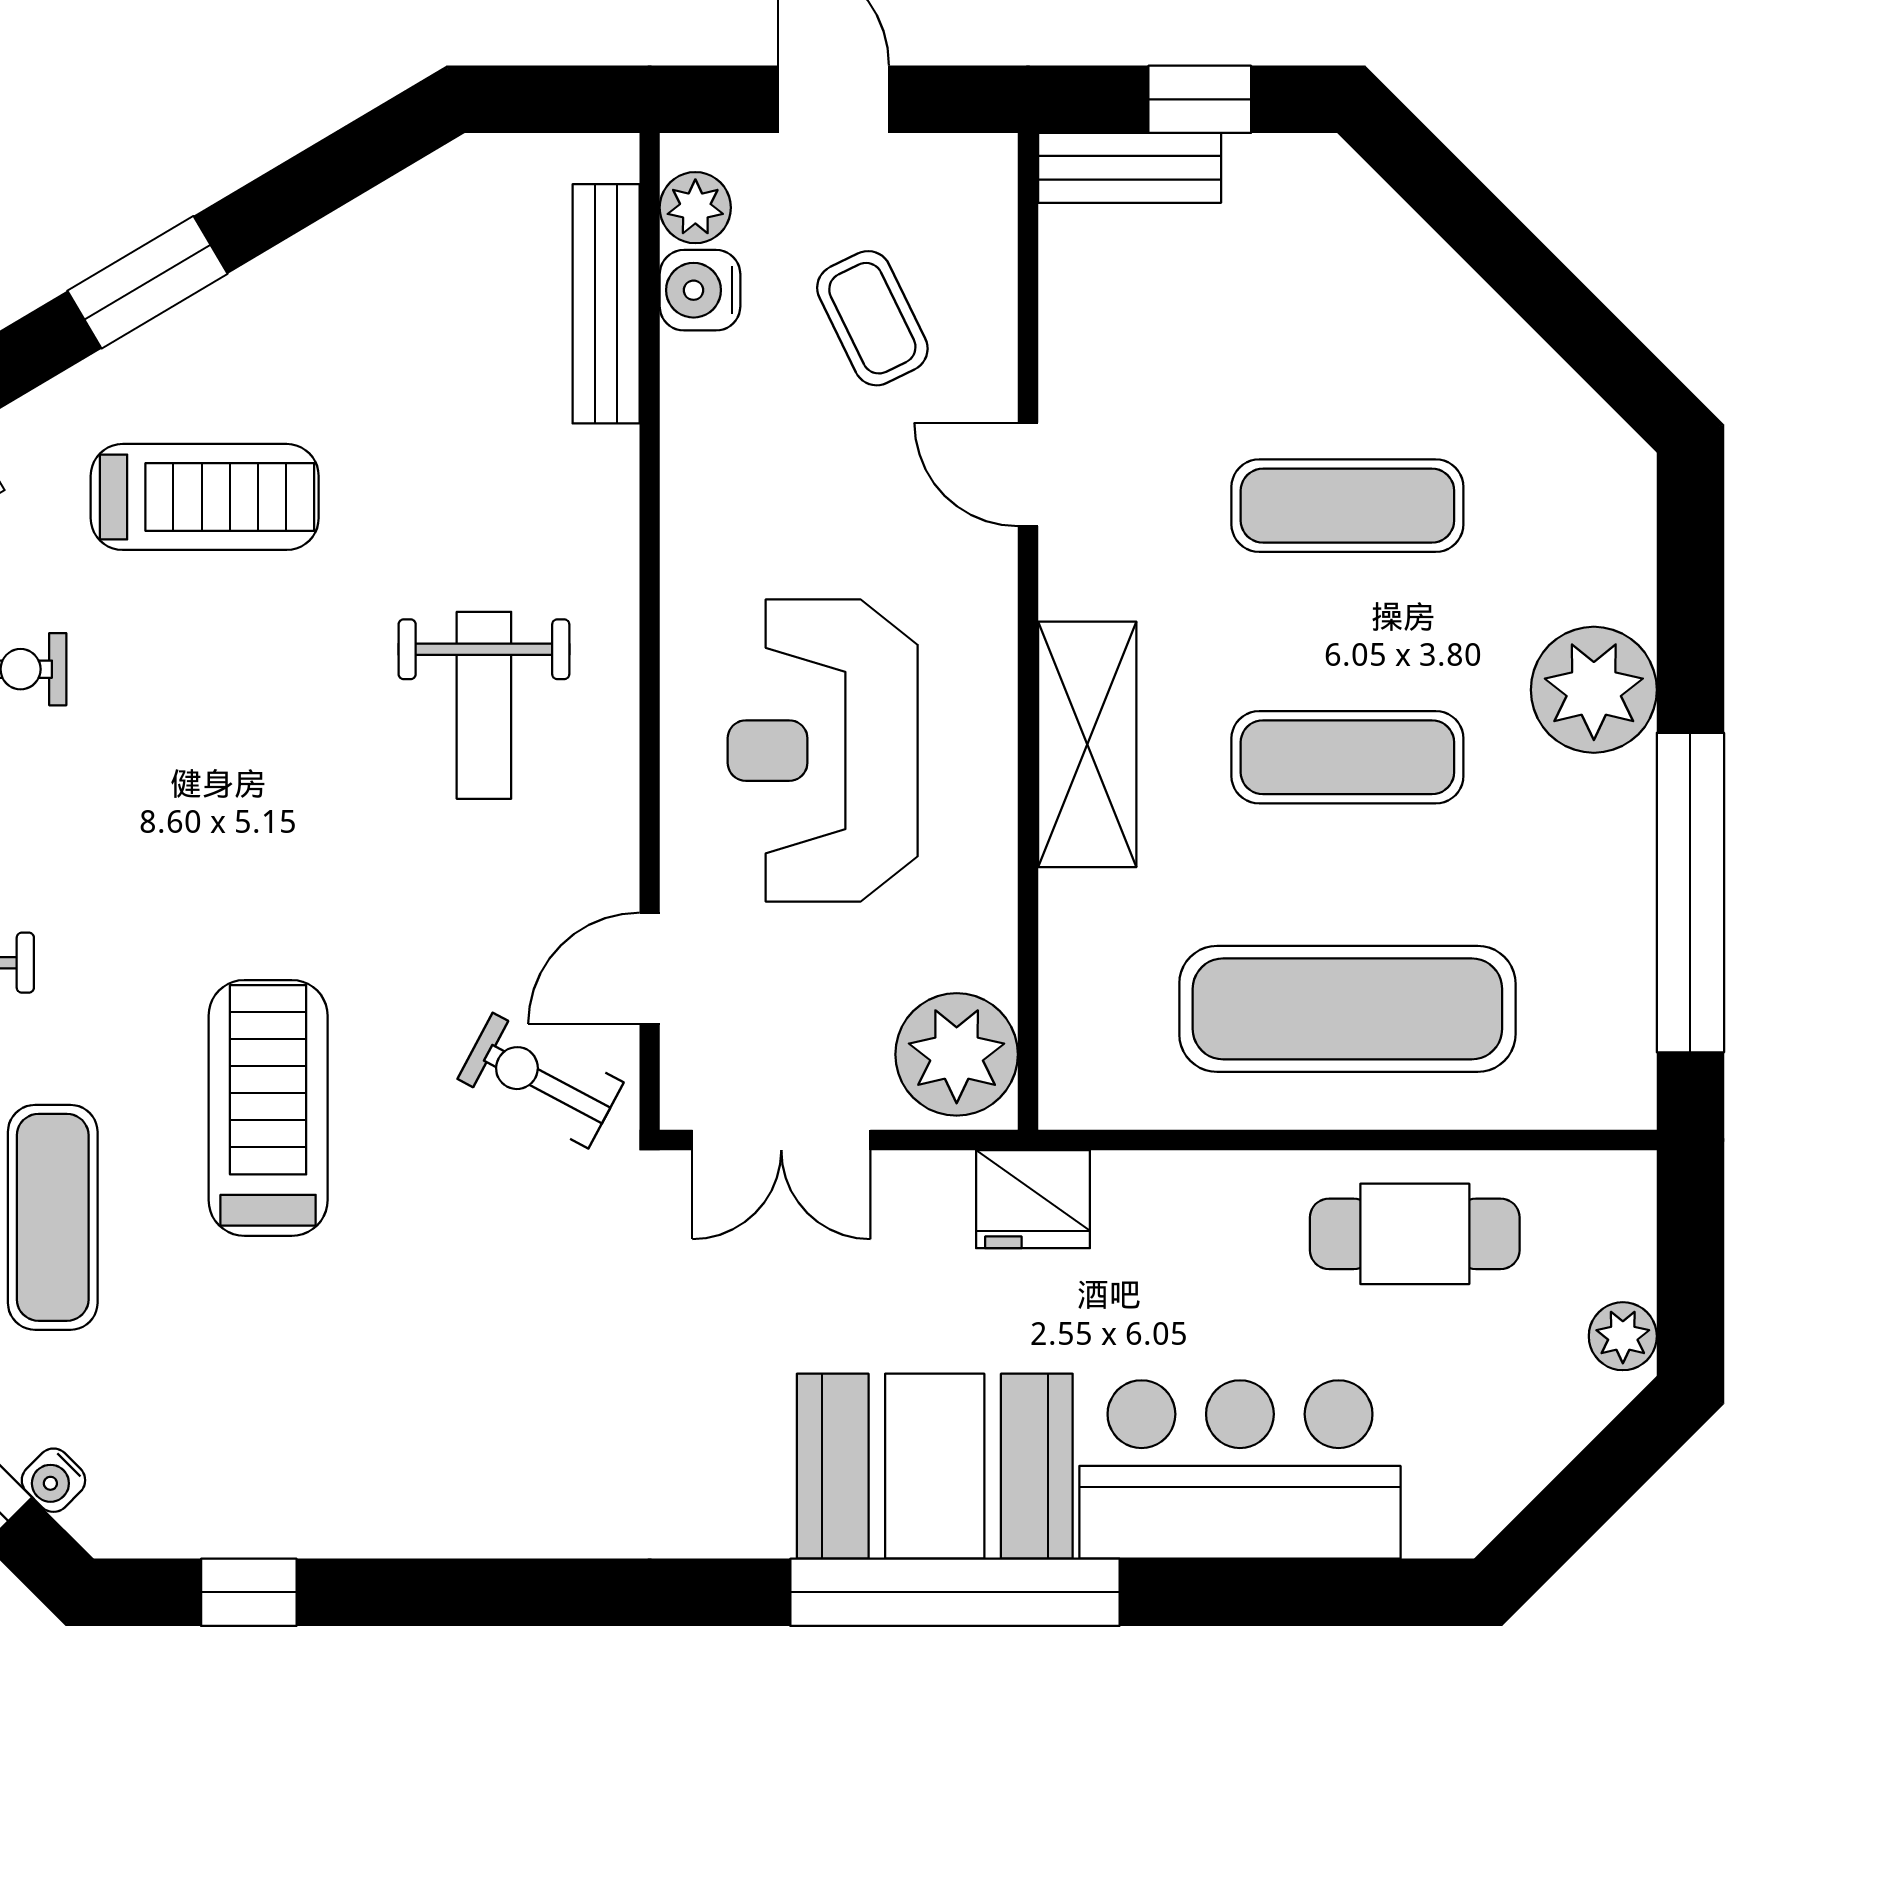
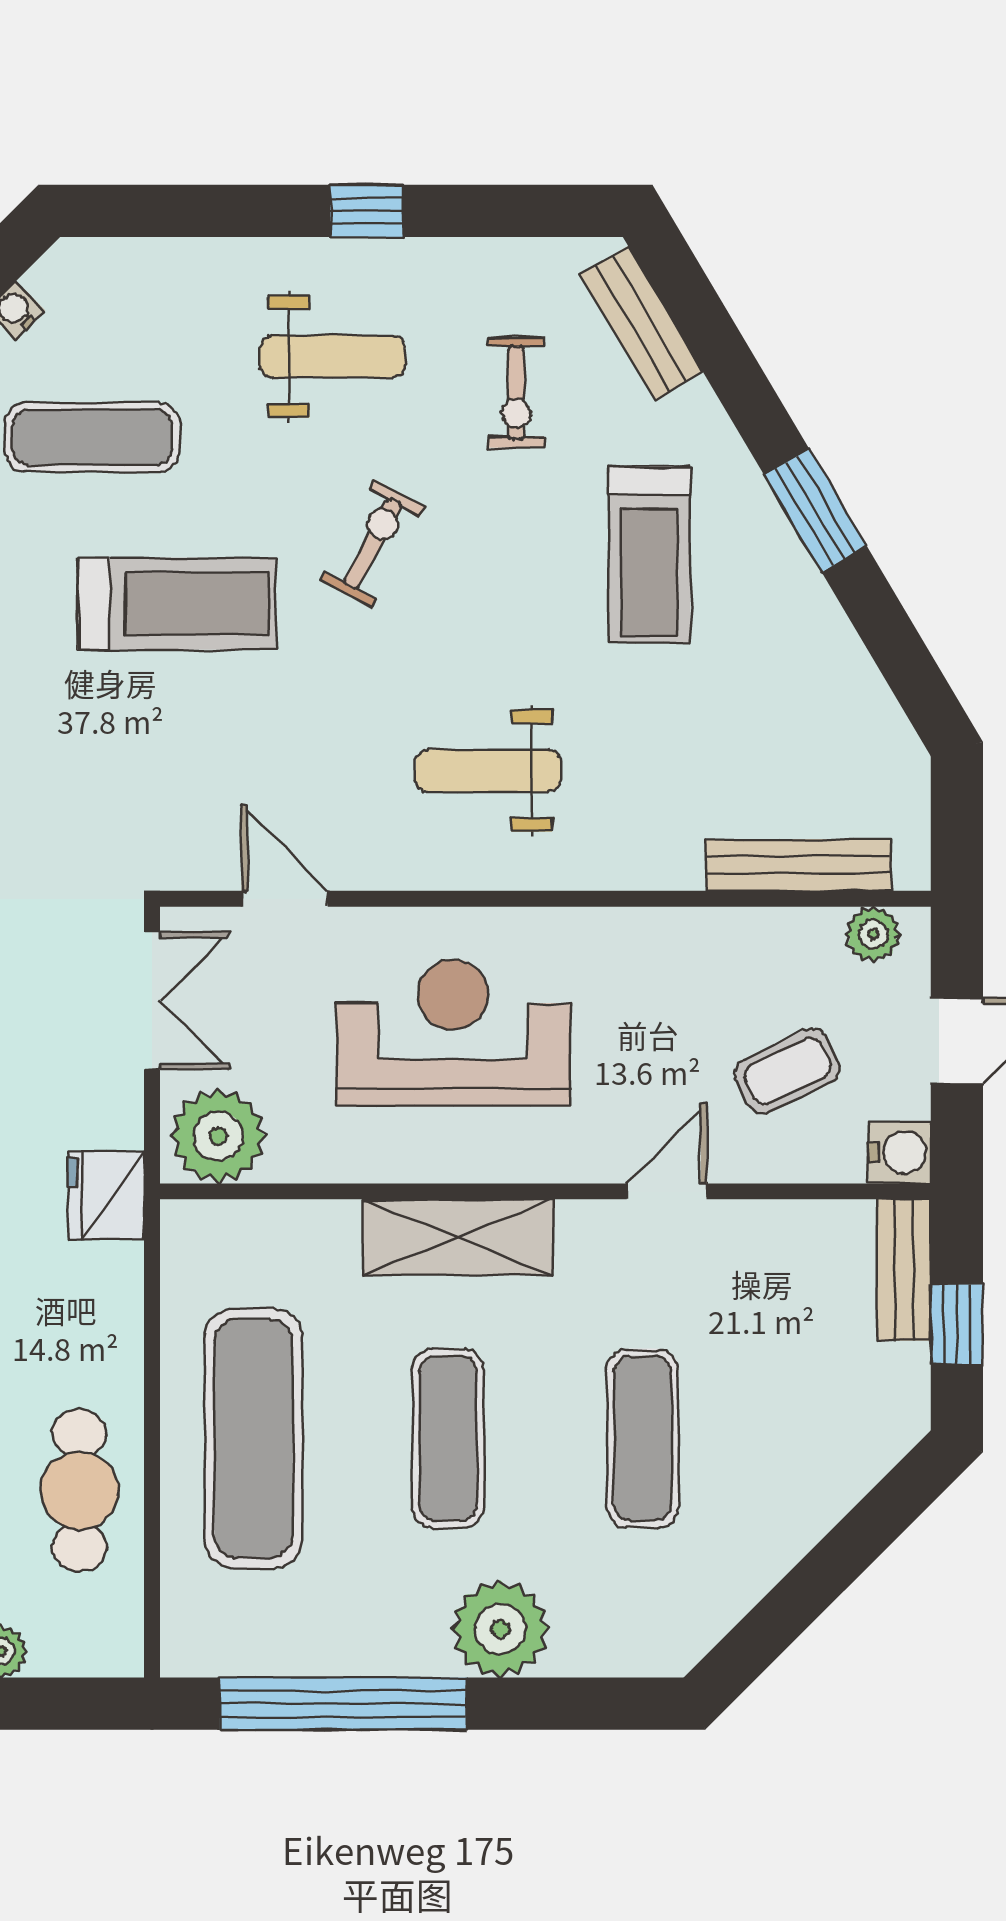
water cooler: (700, 290) -> (900, 1152), moved, turned 90
exercise bike: (541, 1081) -> (373, 543), moved
double door: (781, 1140) -> (152, 1001), swing flipped

